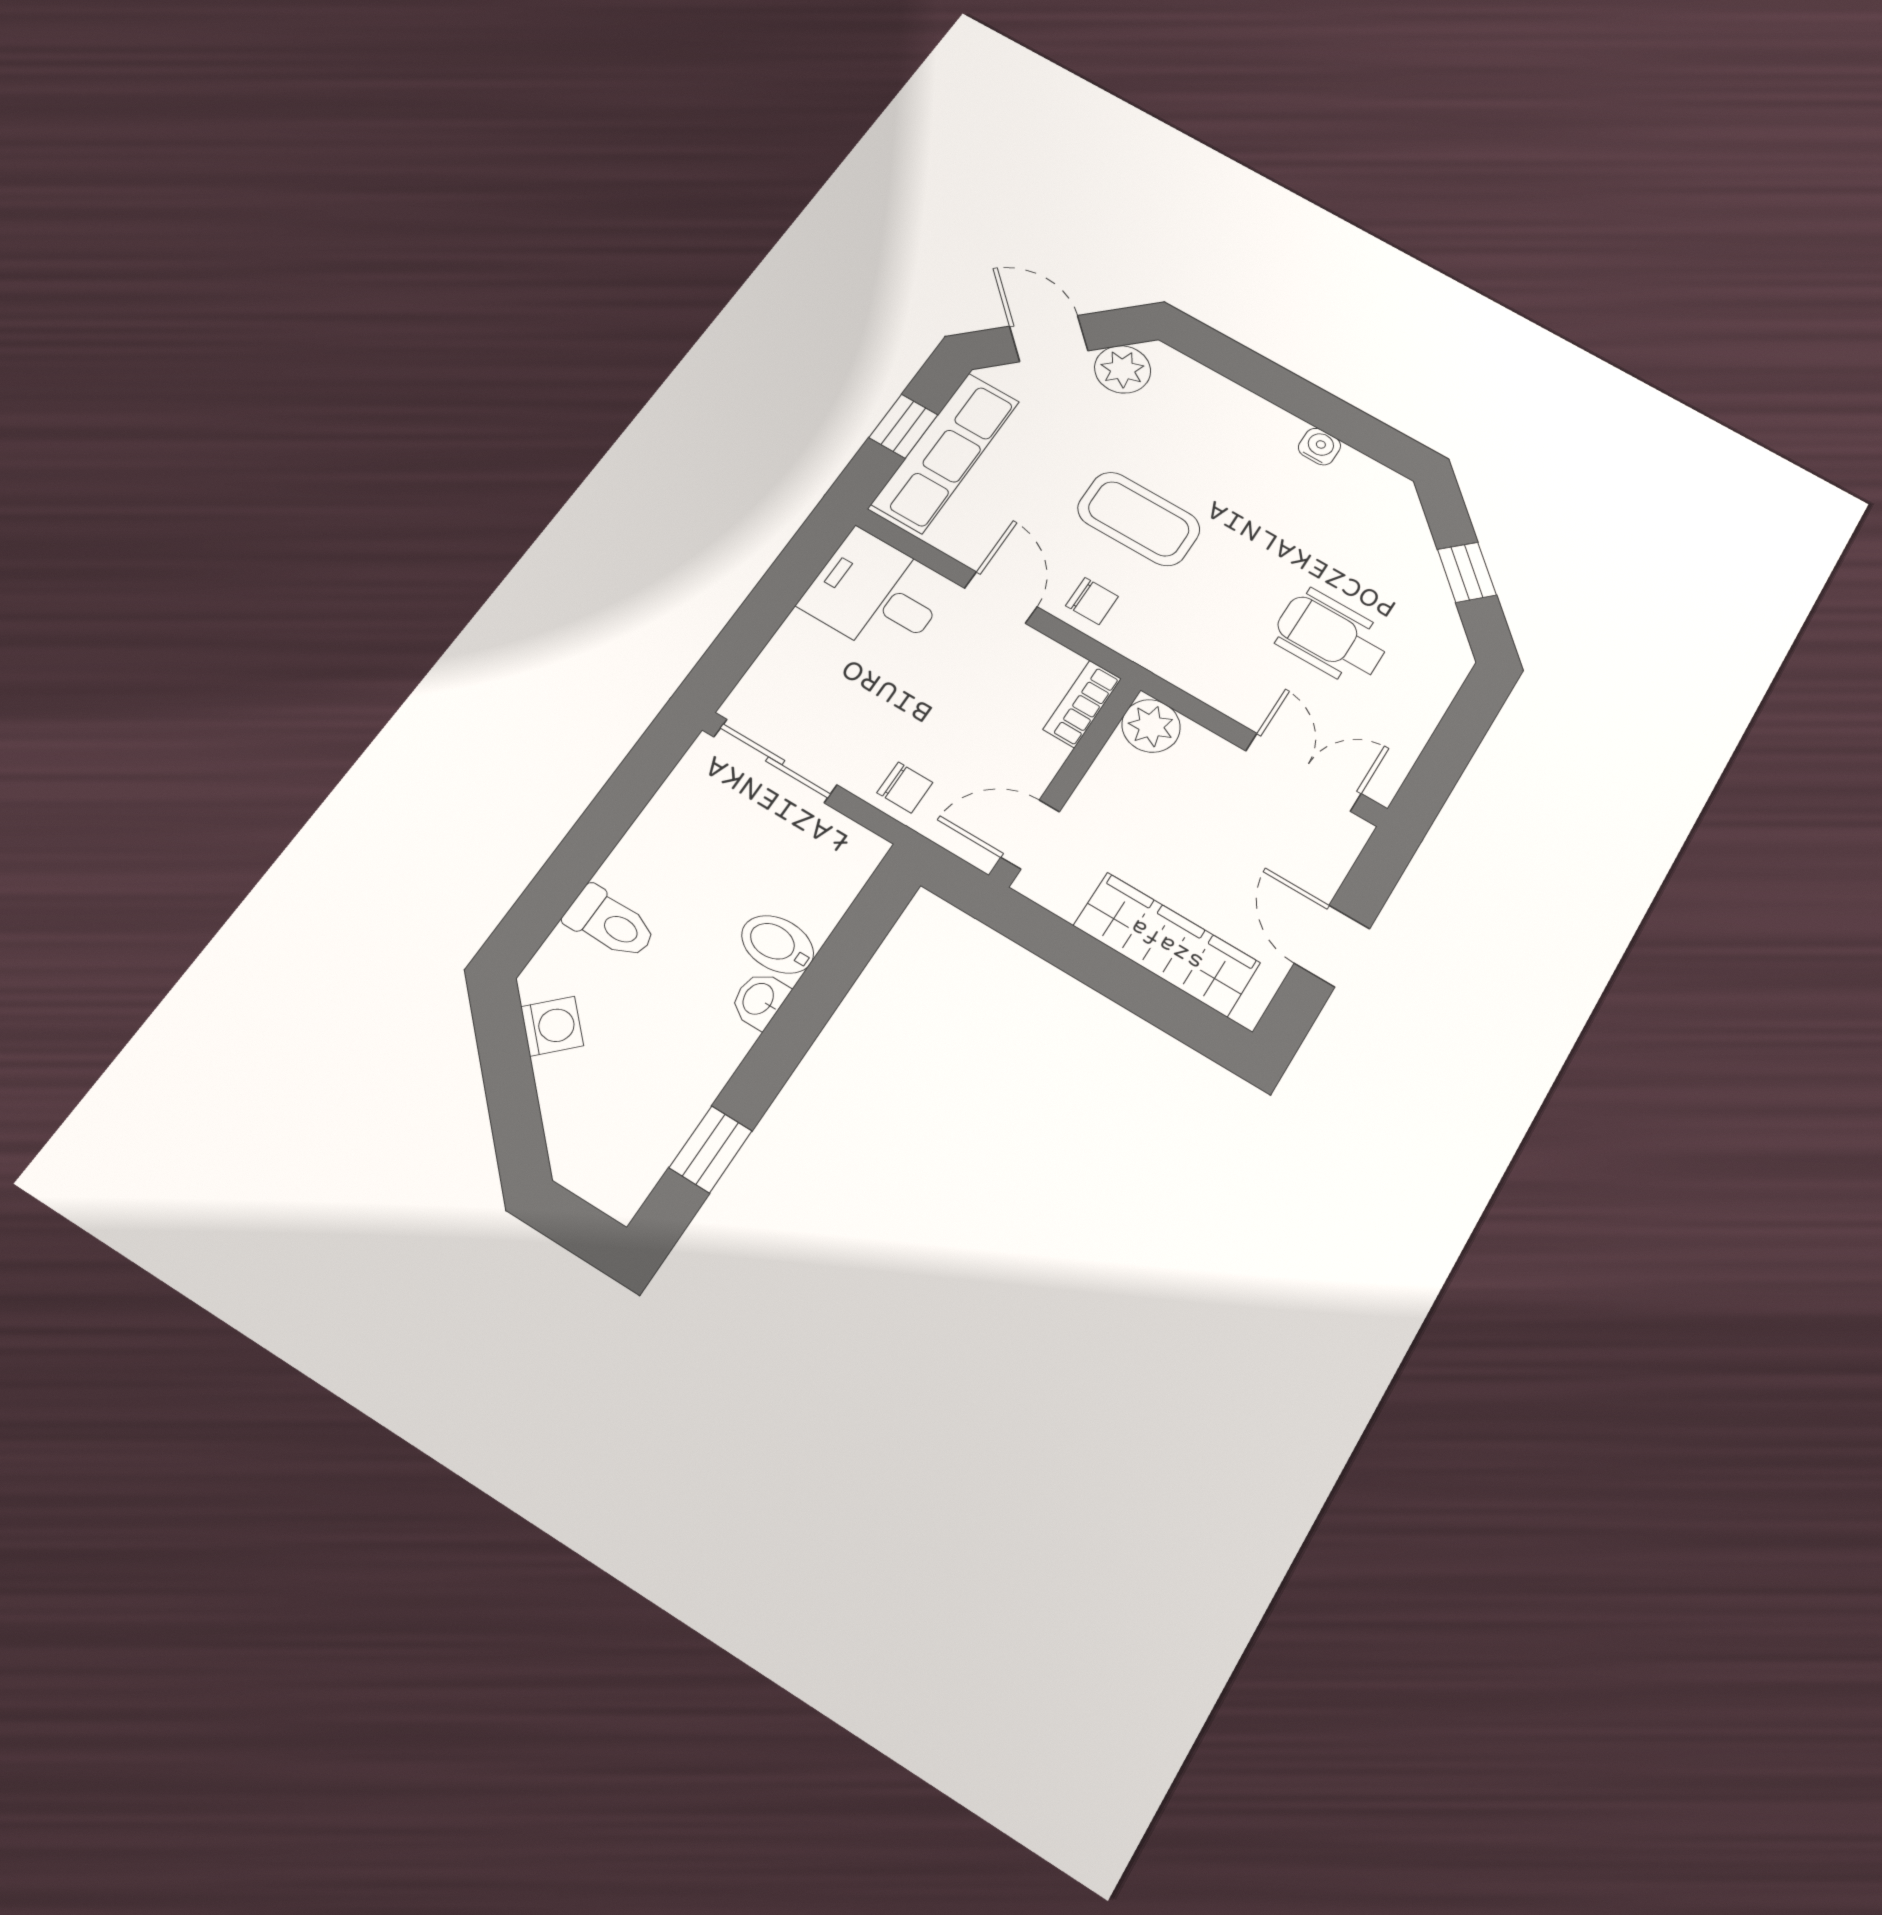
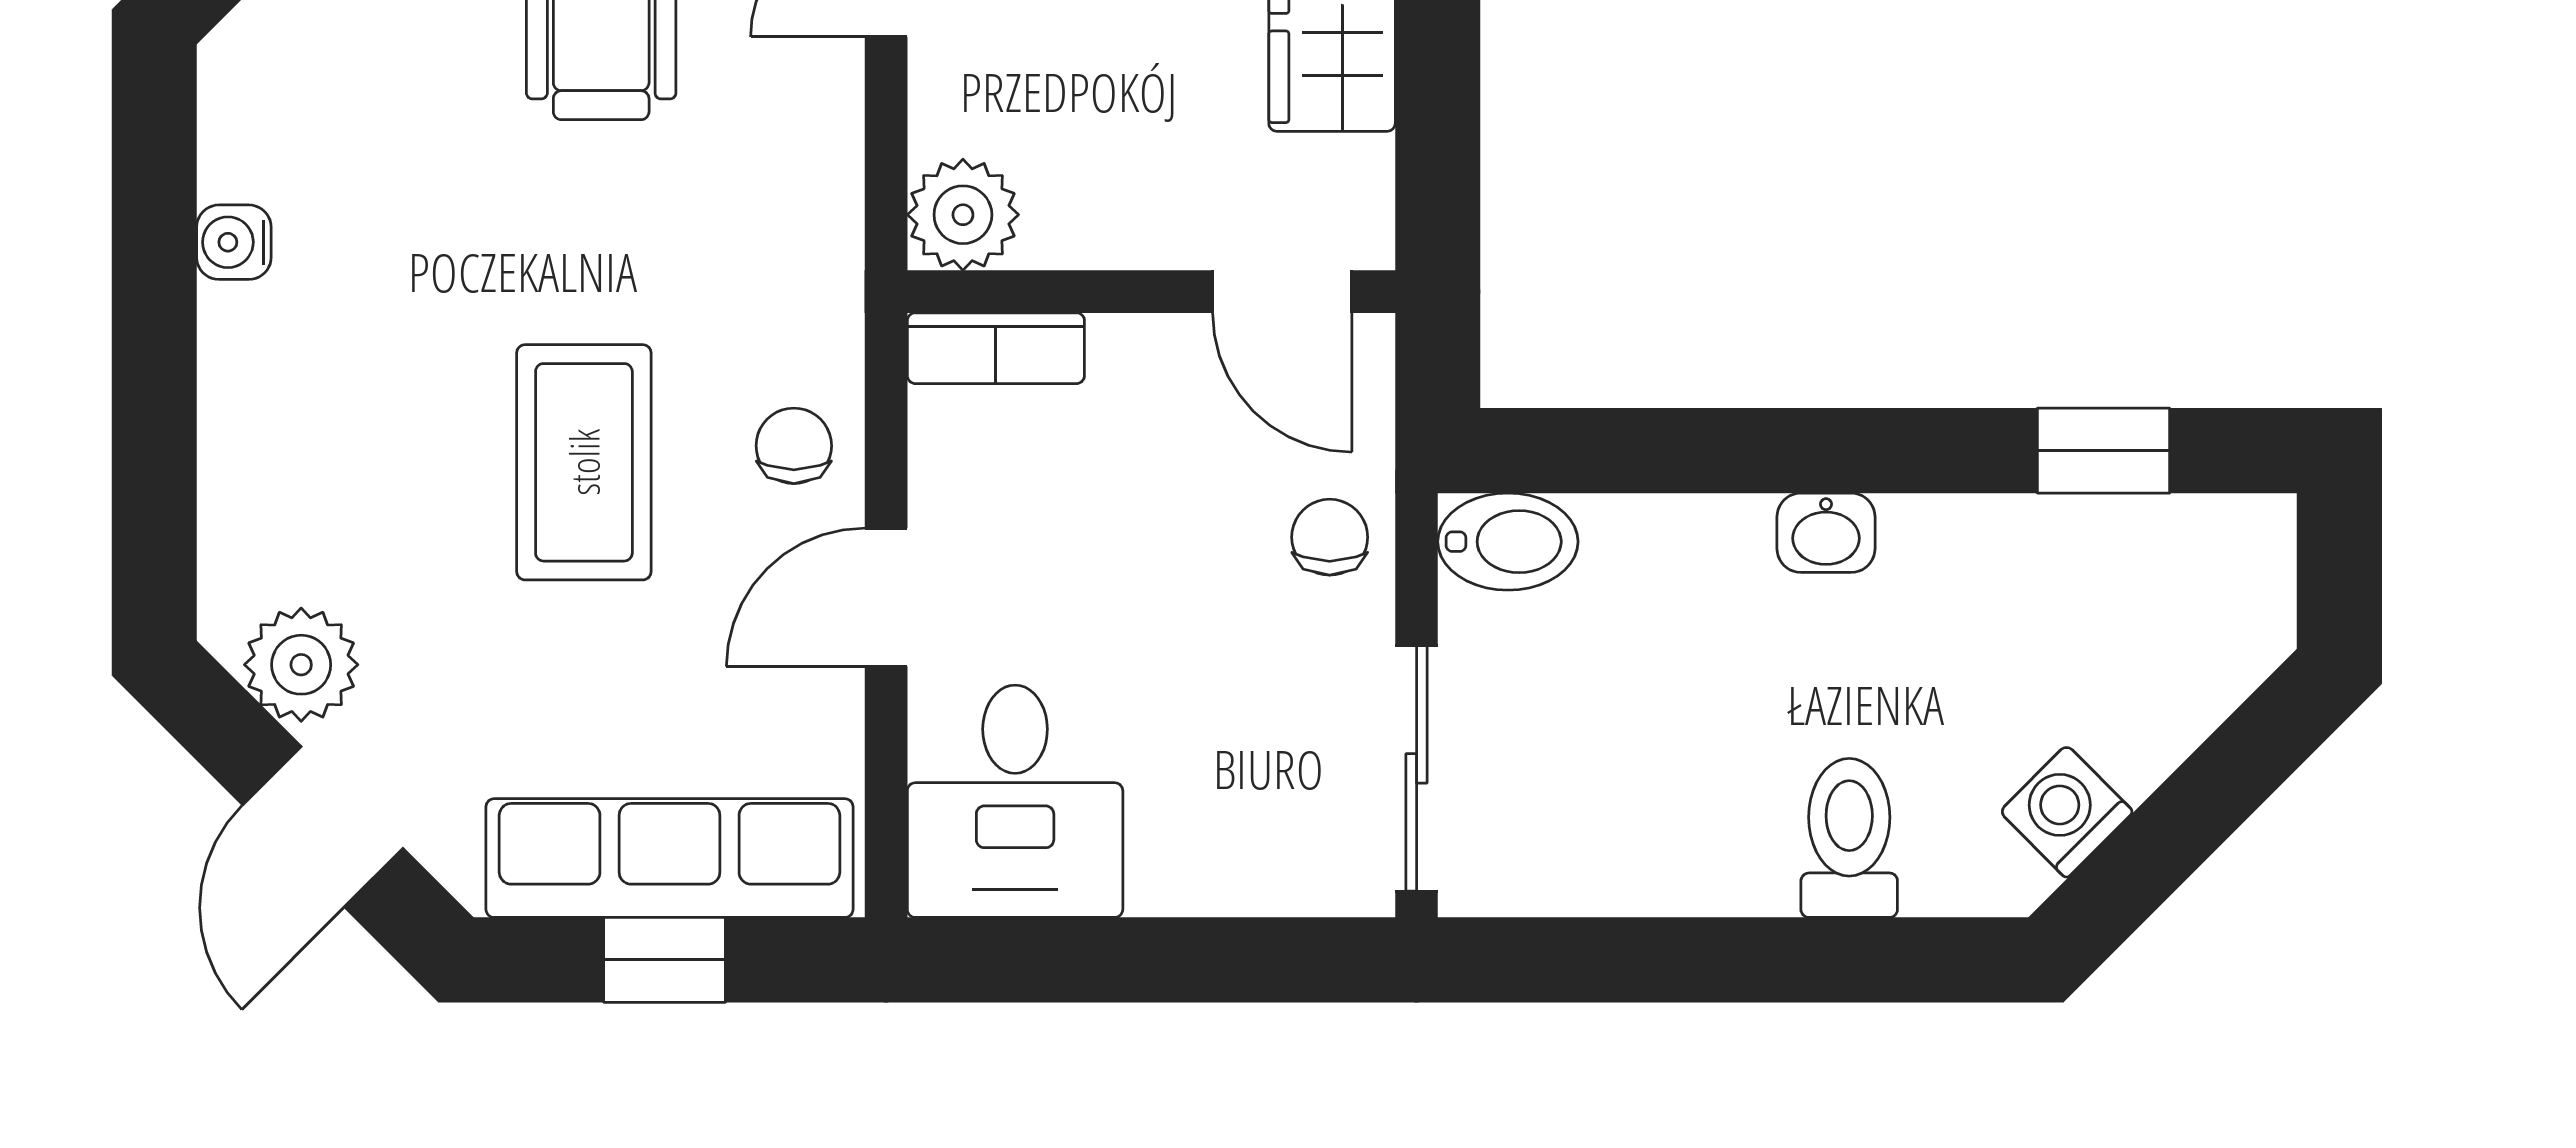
bidet: (778, 944) -> (1508, 542), moved, turned -90

